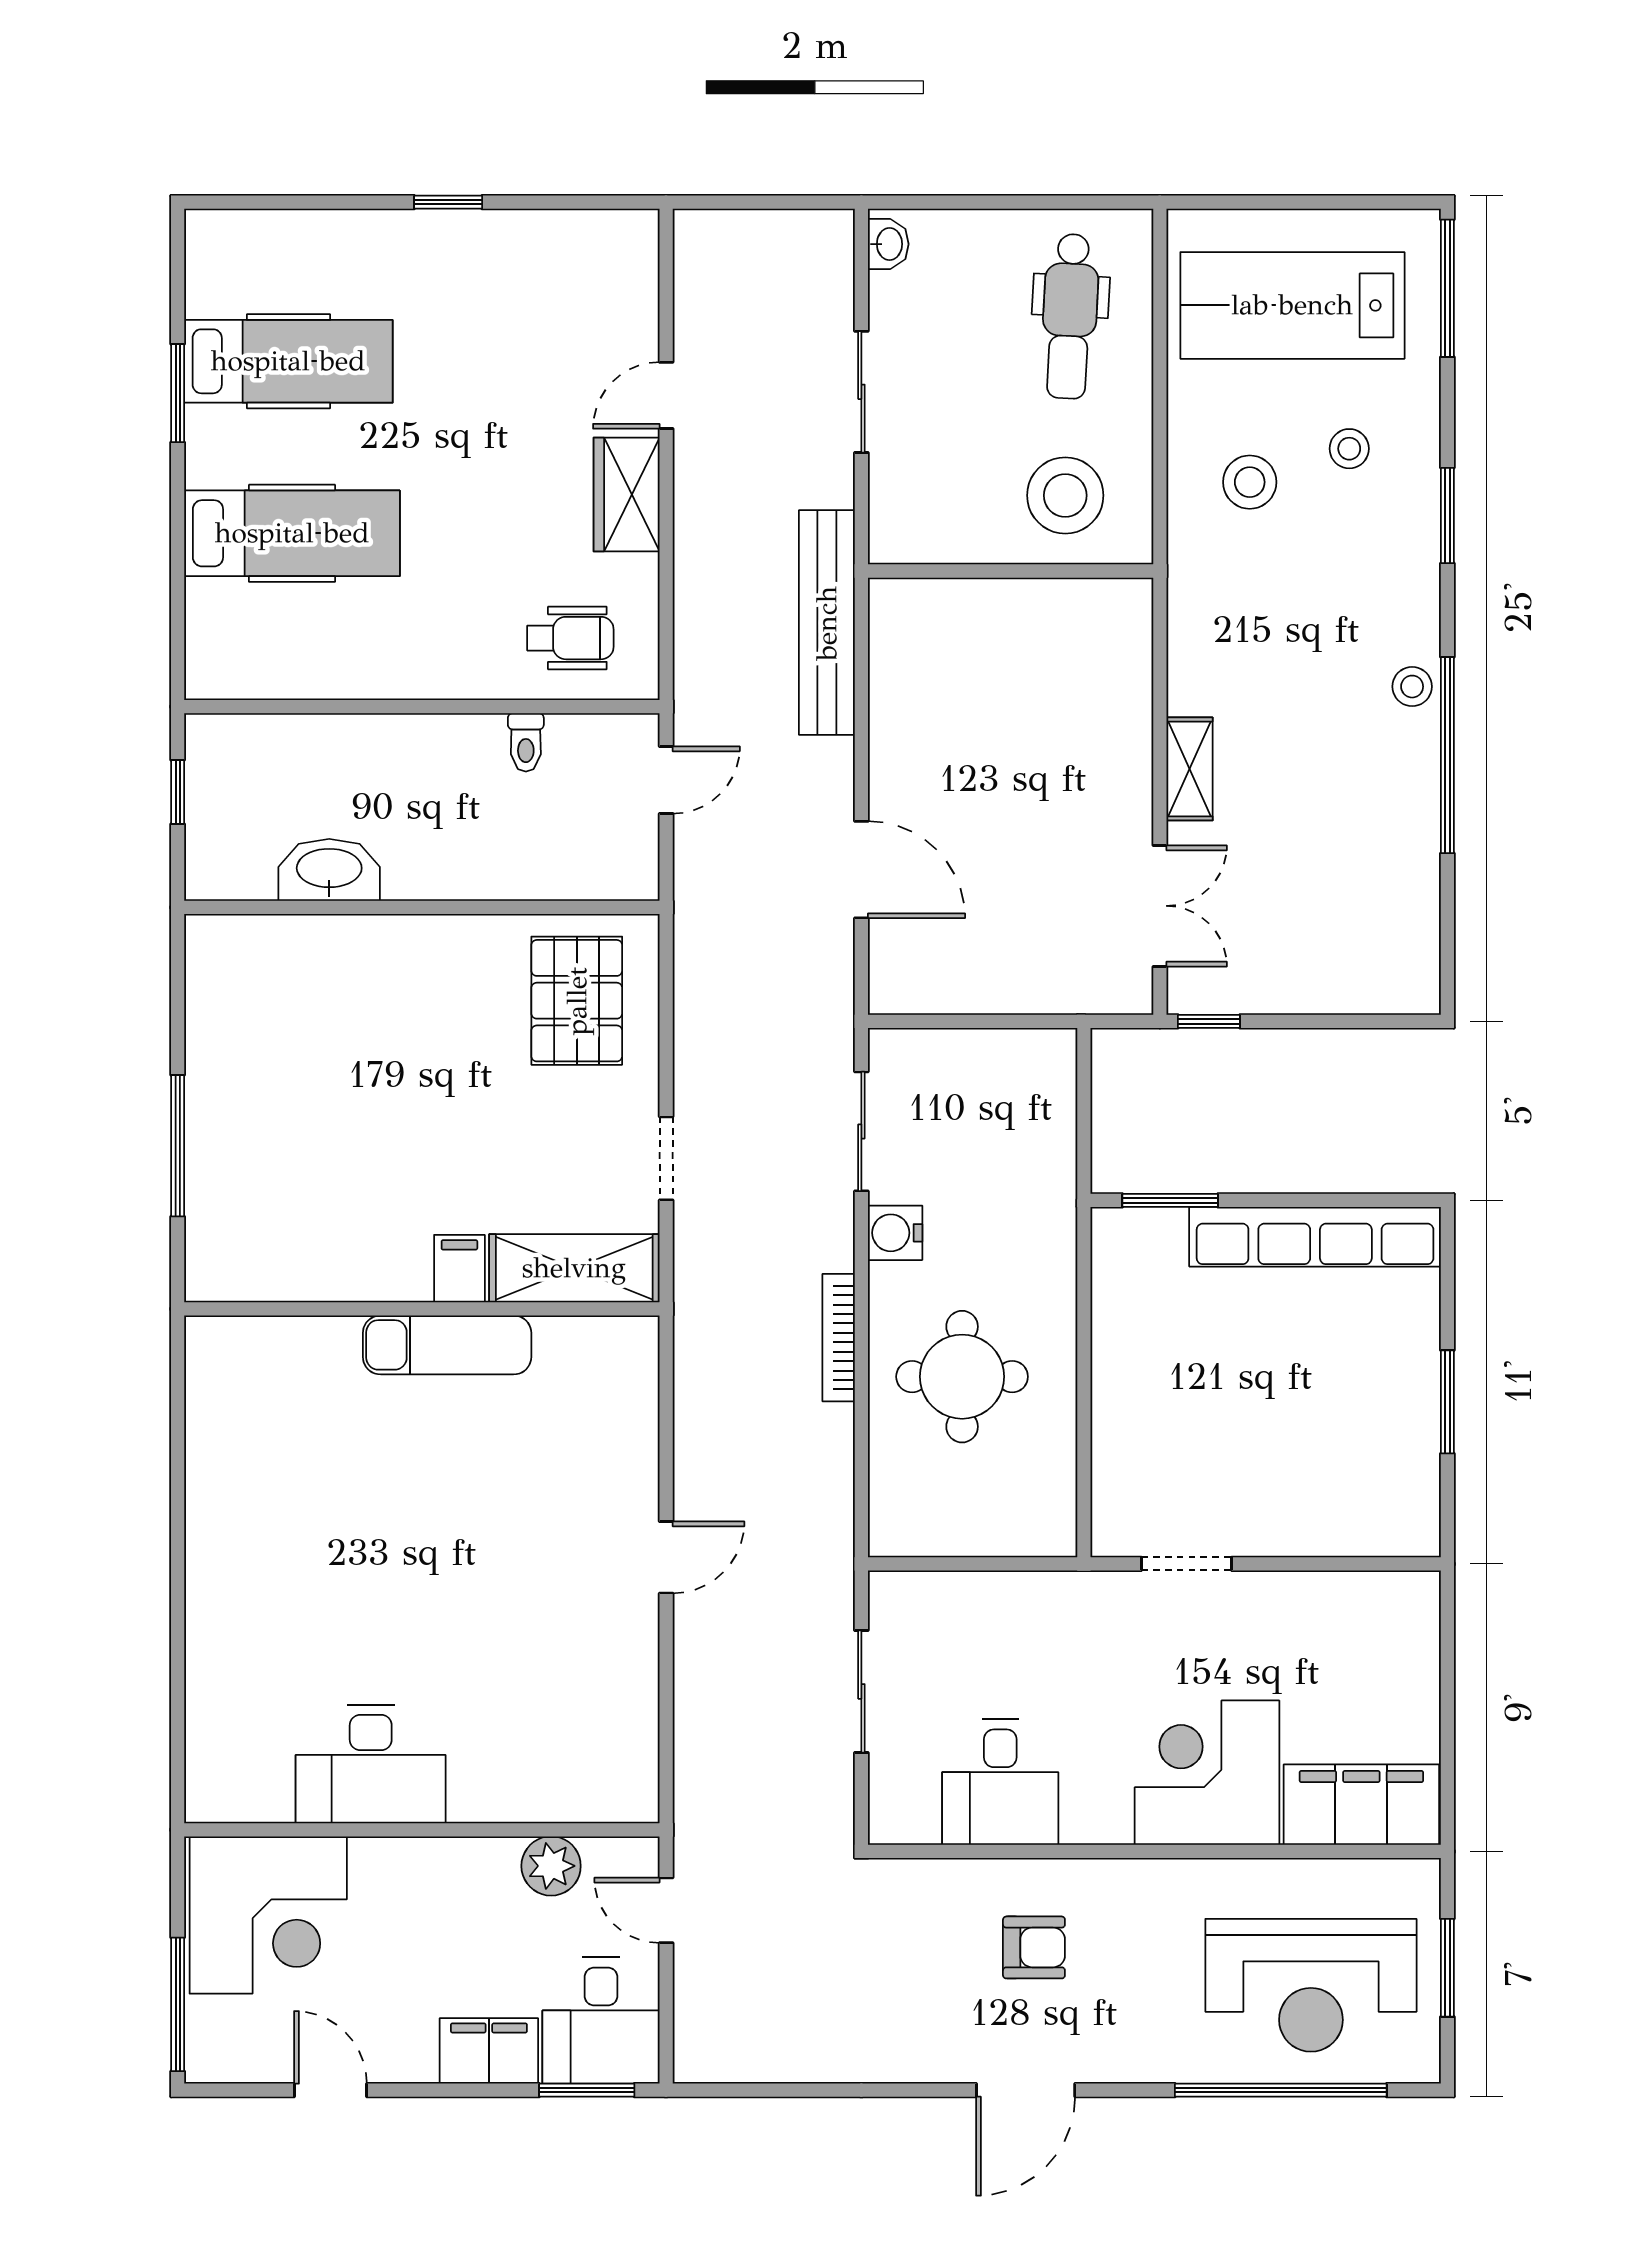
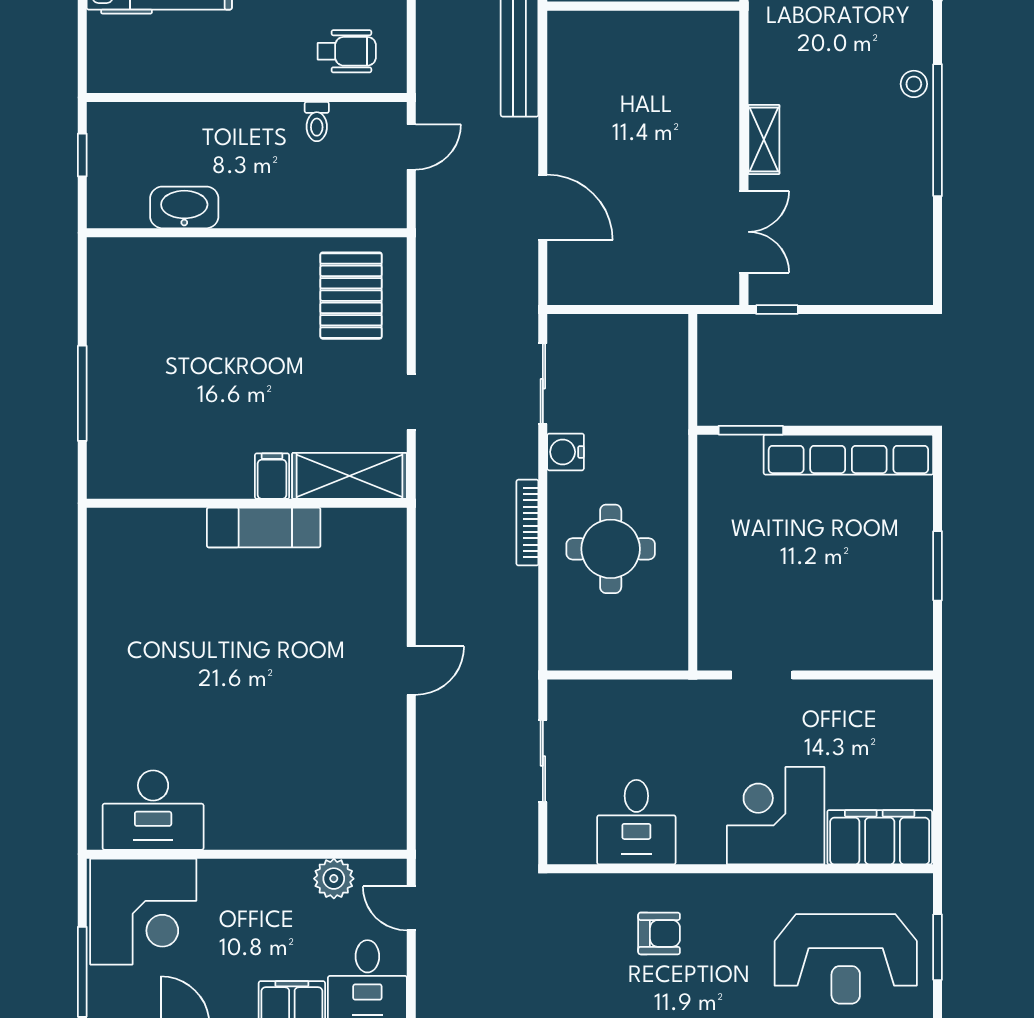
desk: (371, 1764) -> (153, 810), moved

